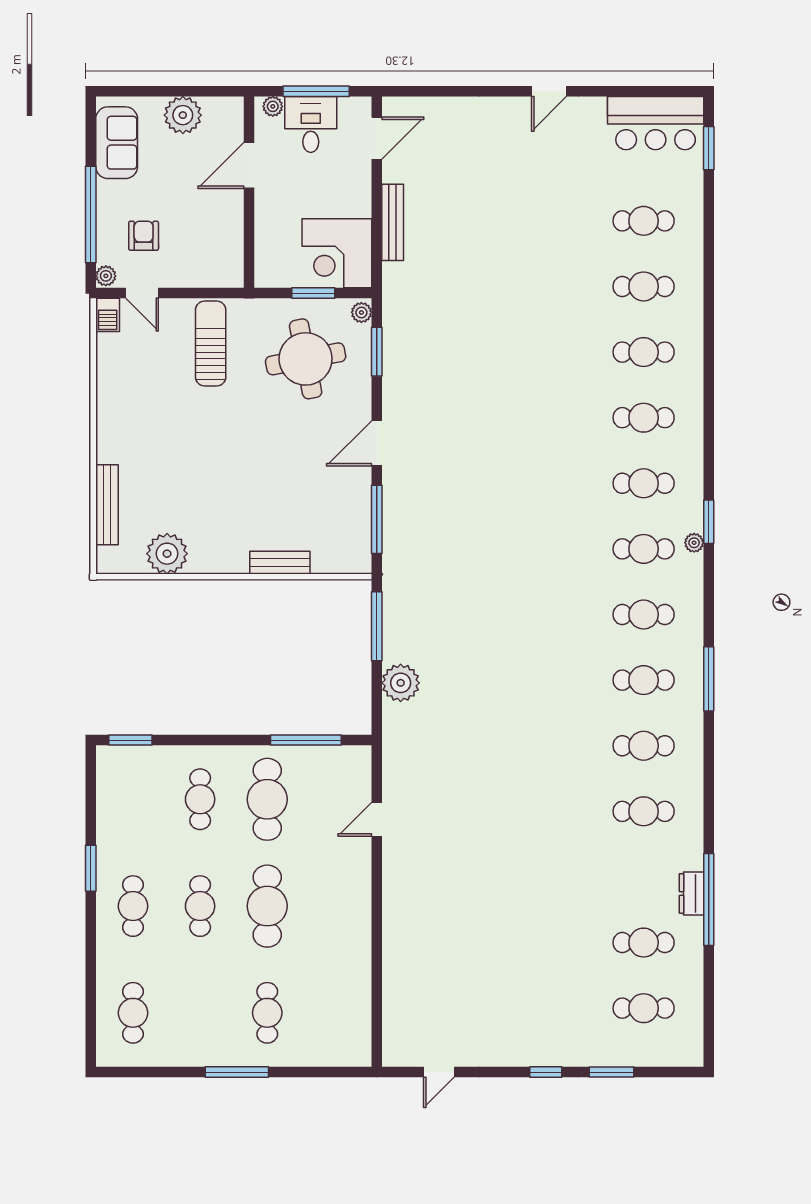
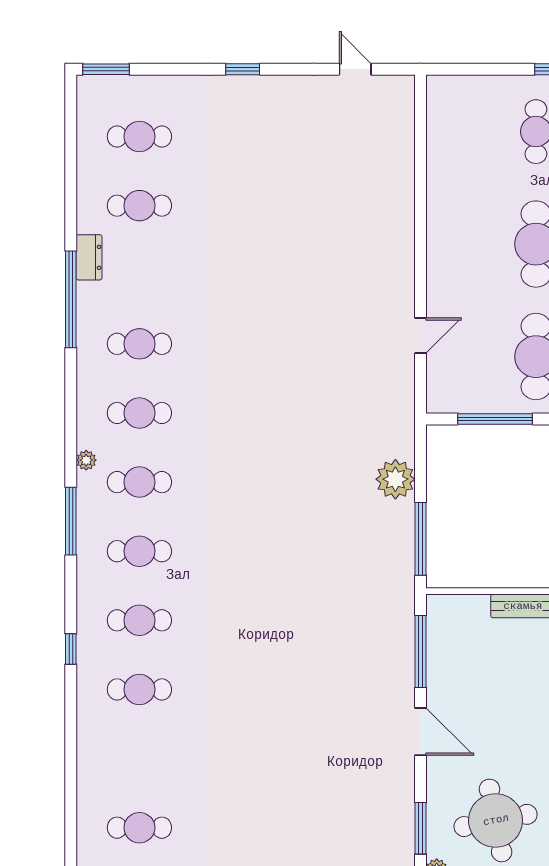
cafe table: (644, 418) -> (139, 759), removed
door: (377, 443) -> (421, 732), hinge flipped
window: (709, 522) -> (71, 649), width x0.67
plant: (694, 543) -> (86, 460), moved
window: (709, 679) -> (71, 521), moved
window: (709, 900) -> (71, 299), moved
door: (439, 1072) -> (355, 69), hinge flipped
window: (611, 1072) -> (106, 69), moved

